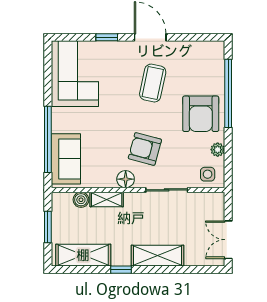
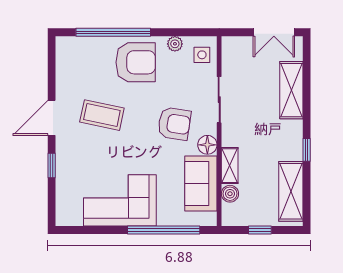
corner sofa: (75, 74) -> (120, 200), moved
armchair: (145, 149) -> (174, 124), turned -96
sofa: (66, 159) -> (201, 183), moved, turned -90
window: (48, 227) -> (260, 230), width x0.67
shelving: (158, 256) -> (291, 90), moved

